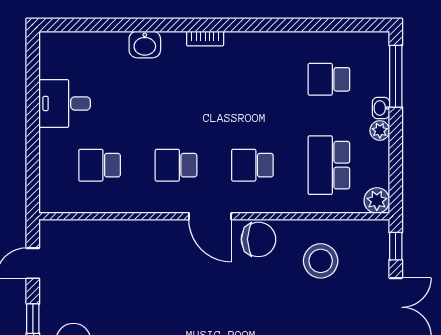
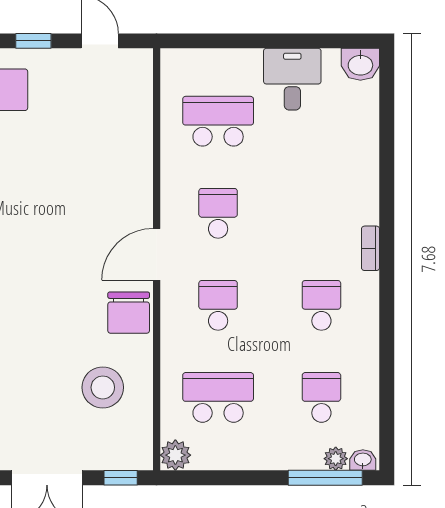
washbasin: (145, 44) -> (360, 64), moved, turned -90
school desk: (252, 79) -> (321, 305), added
washbasin: (381, 108) -> (363, 460), moved
plant: (380, 130) -> (336, 459), moved
school desk: (100, 165) -> (218, 121), width x1.85

